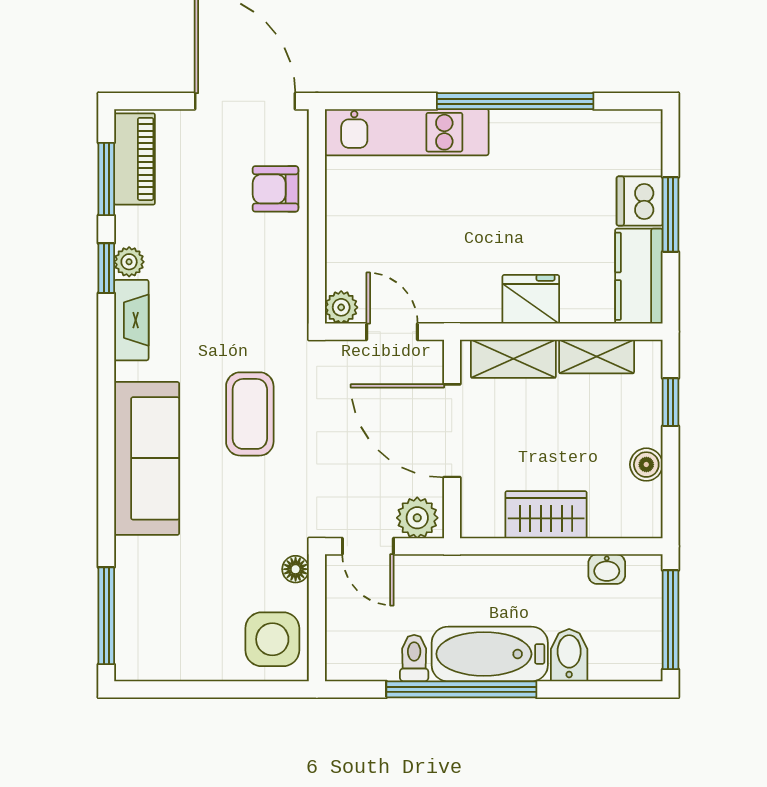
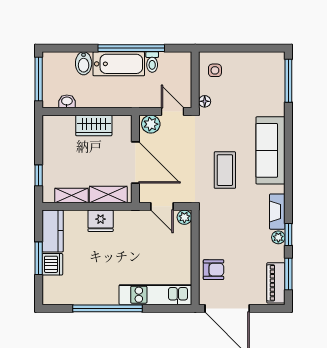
boiler: (646, 465) -> (49, 148), removed
side table: (272, 639) -> (215, 70), width x0.54, depth x0.54

